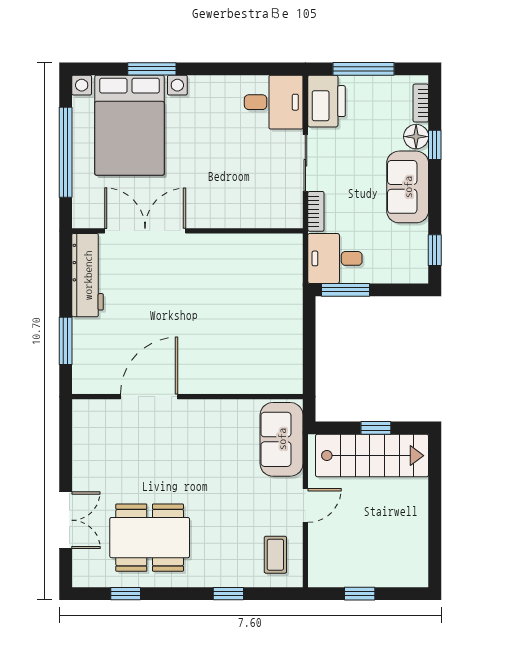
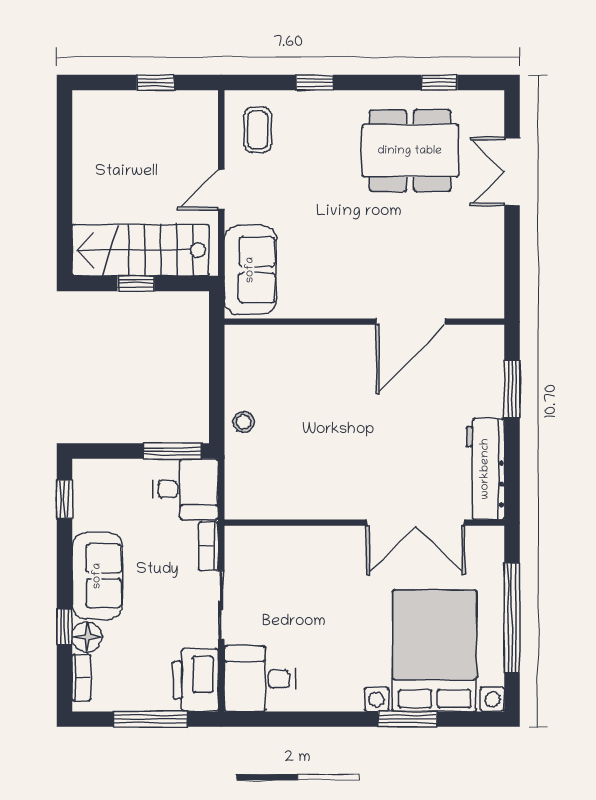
stool: (287, 314) -> (243, 422), added

